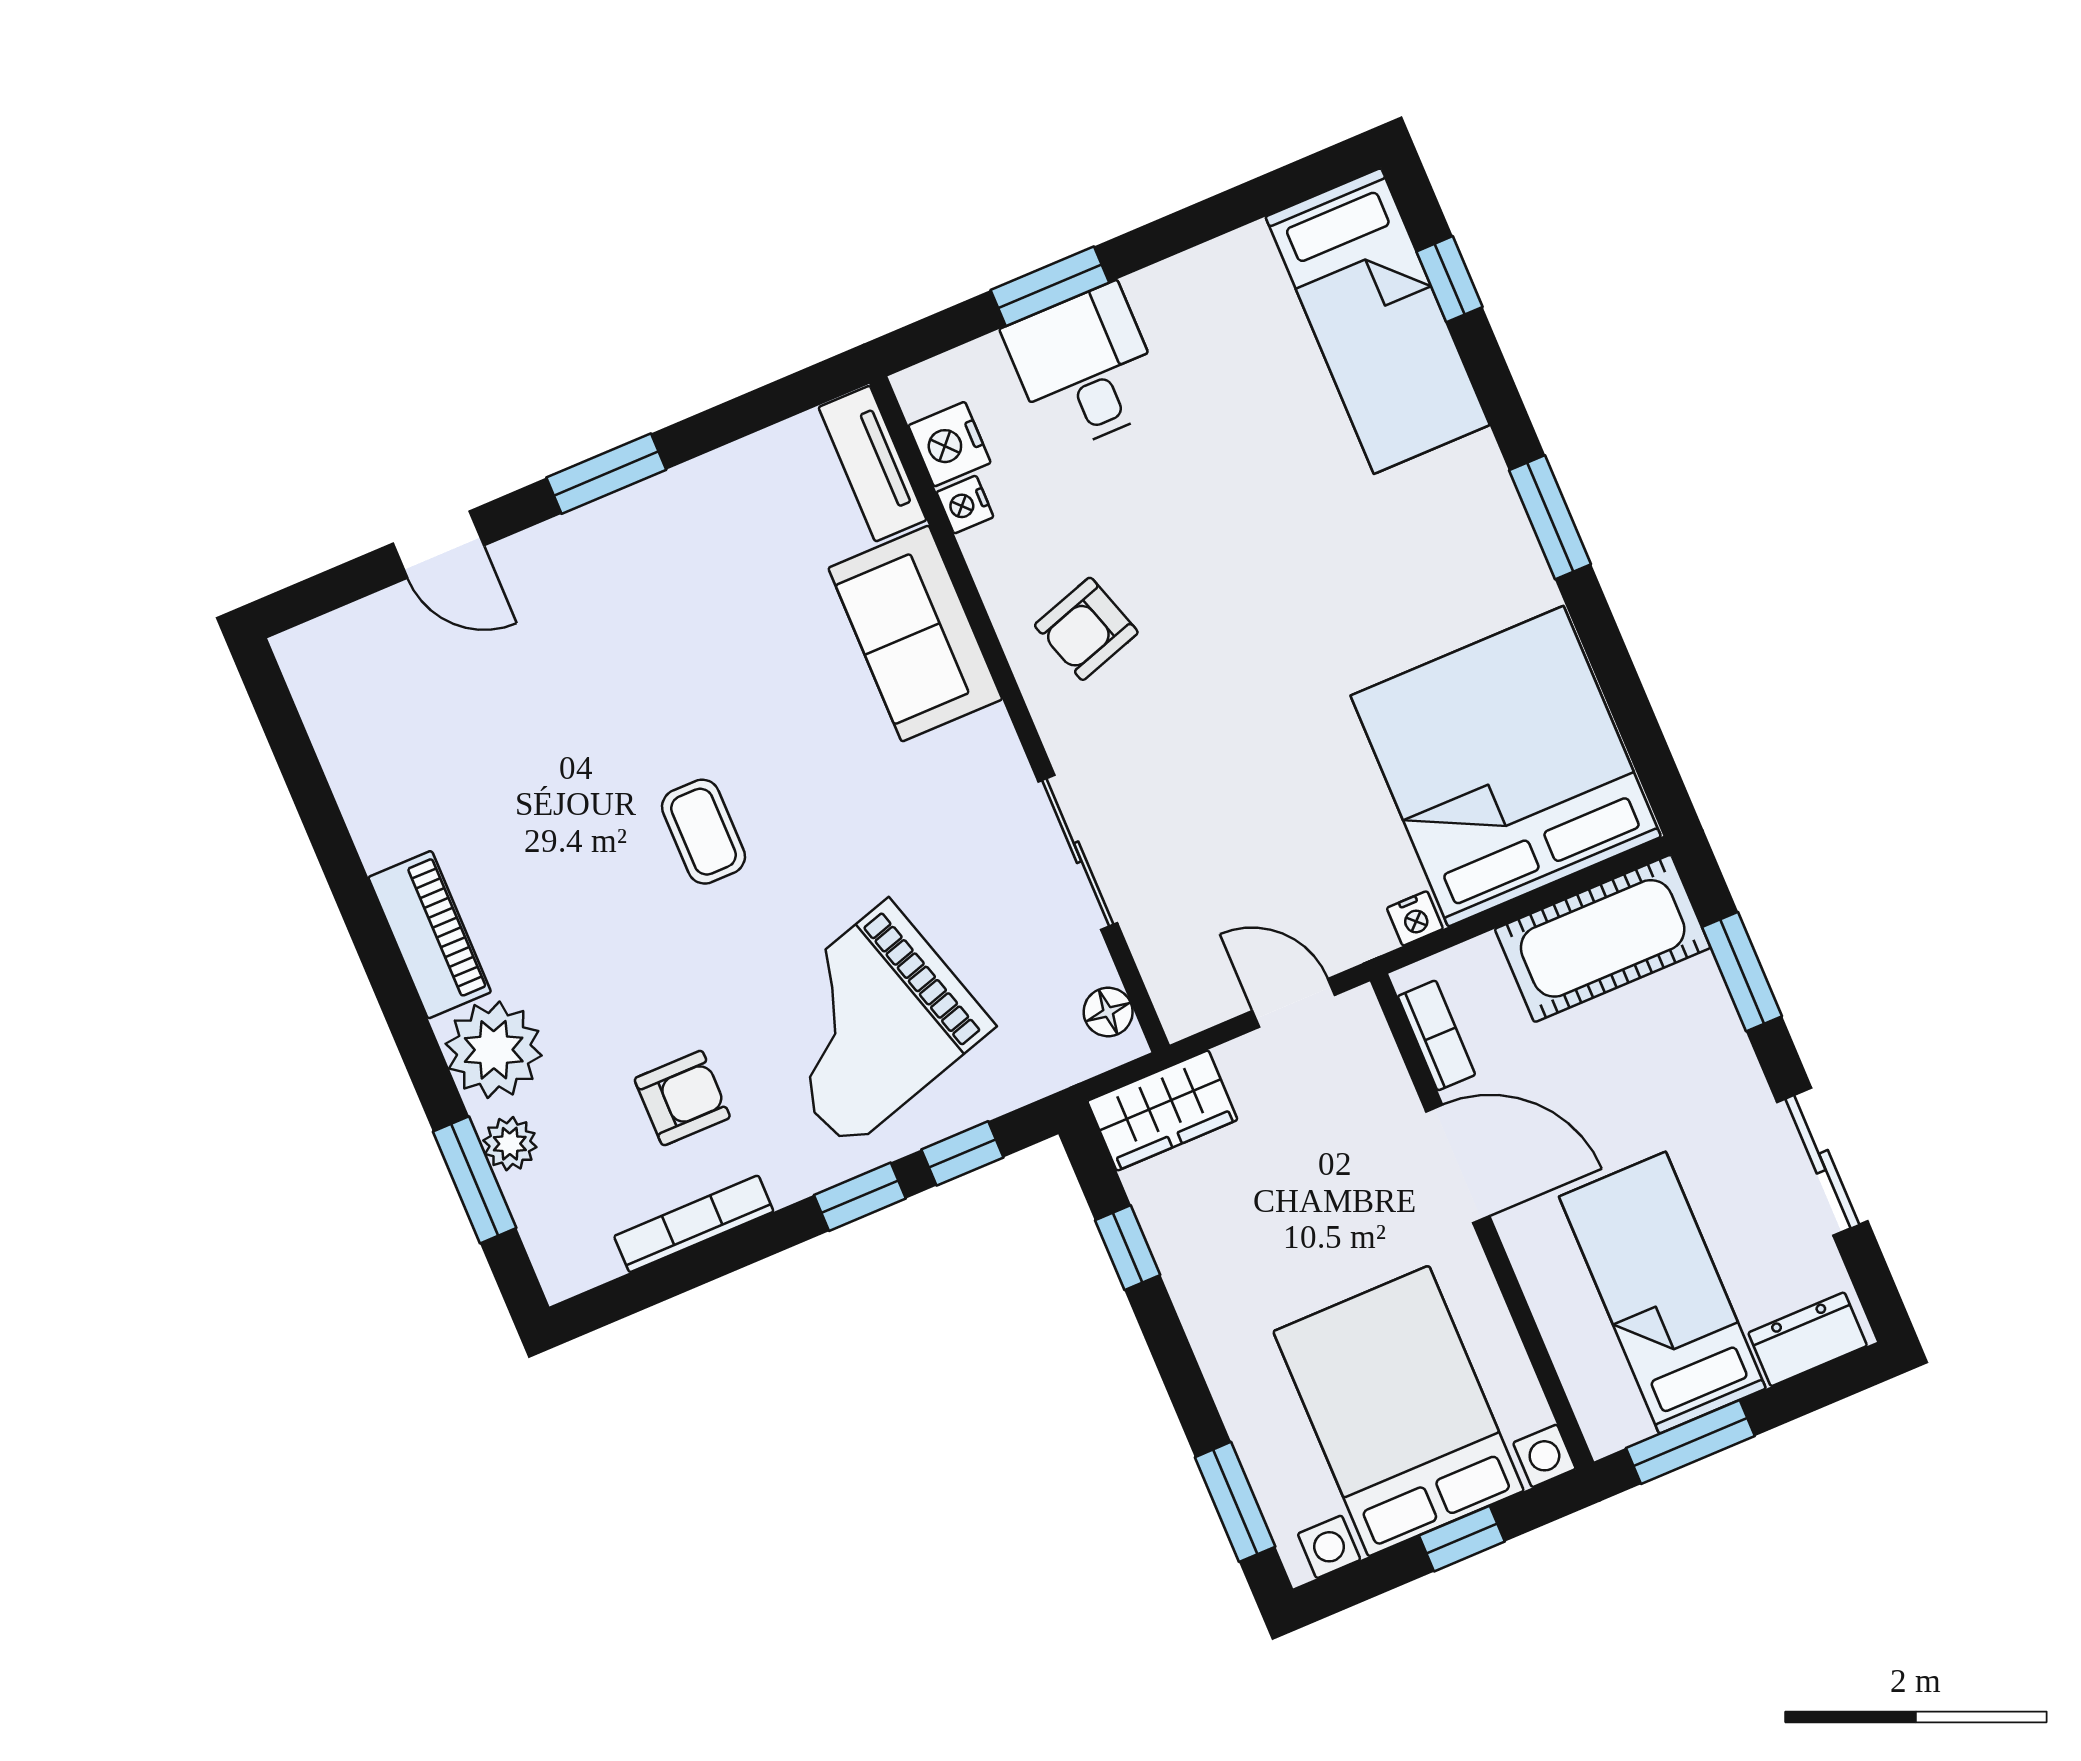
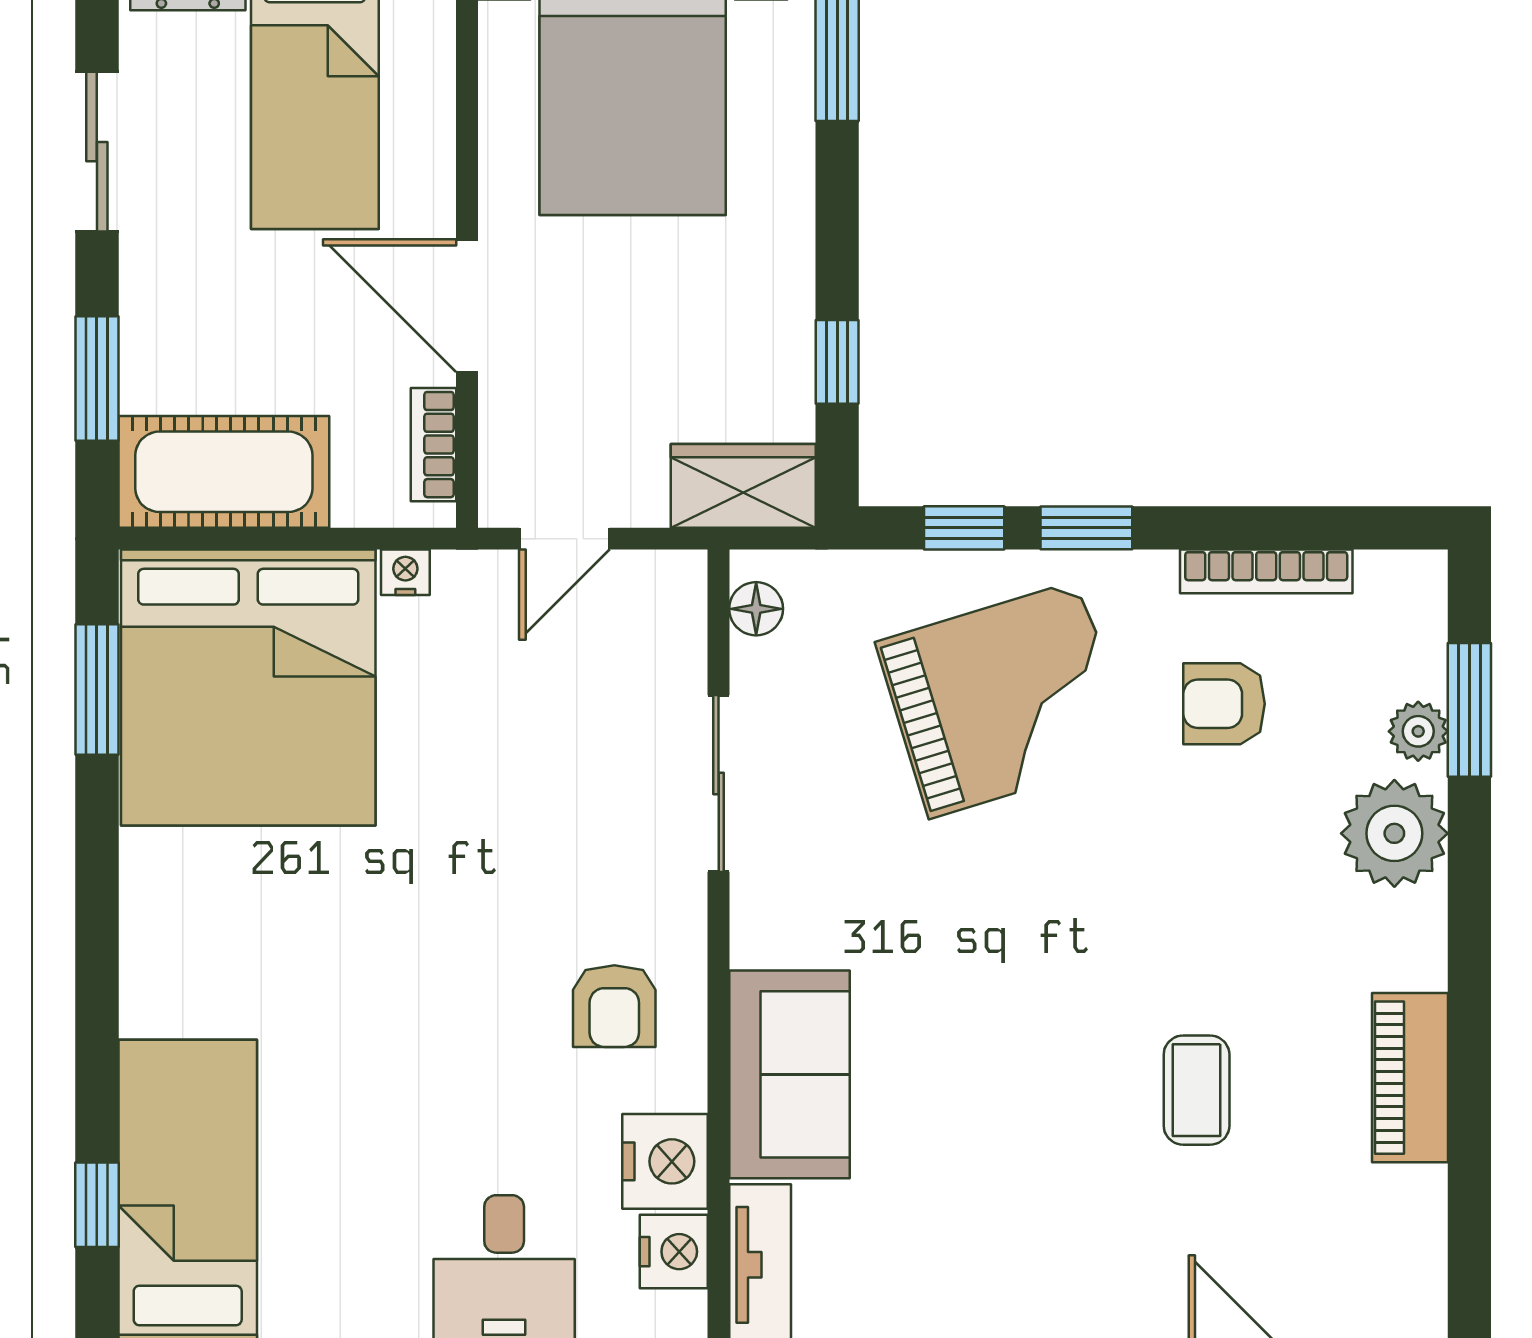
nightstand: (965, 505) -> (665, 1161), width x1.89, depth x1.79
window: (1550, 517) -> (97, 690), moved
armchair: (1086, 629) -> (614, 1006), turned 108
coffee table: (703, 832) -> (1197, 1090), moved
piano: (430, 935) -> (1410, 1078), moved
door: (1294, 1003) -> (564, 539), hinge flipped

